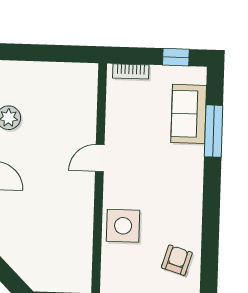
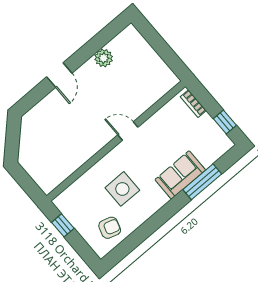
sofa: (189, 114) -> (180, 175), moved
side table: (123, 226) -> (122, 189), moved

